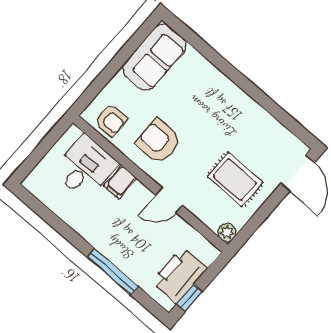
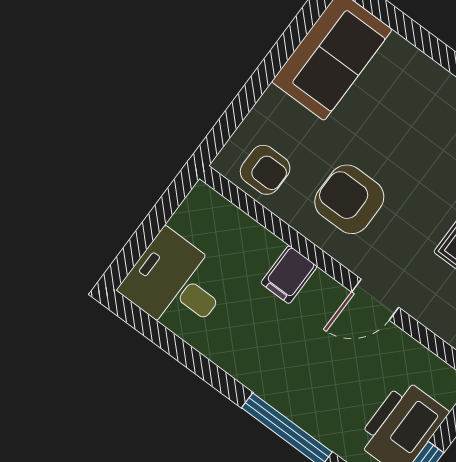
desk: (85, 167) -> (176, 284), moved, turned -90

